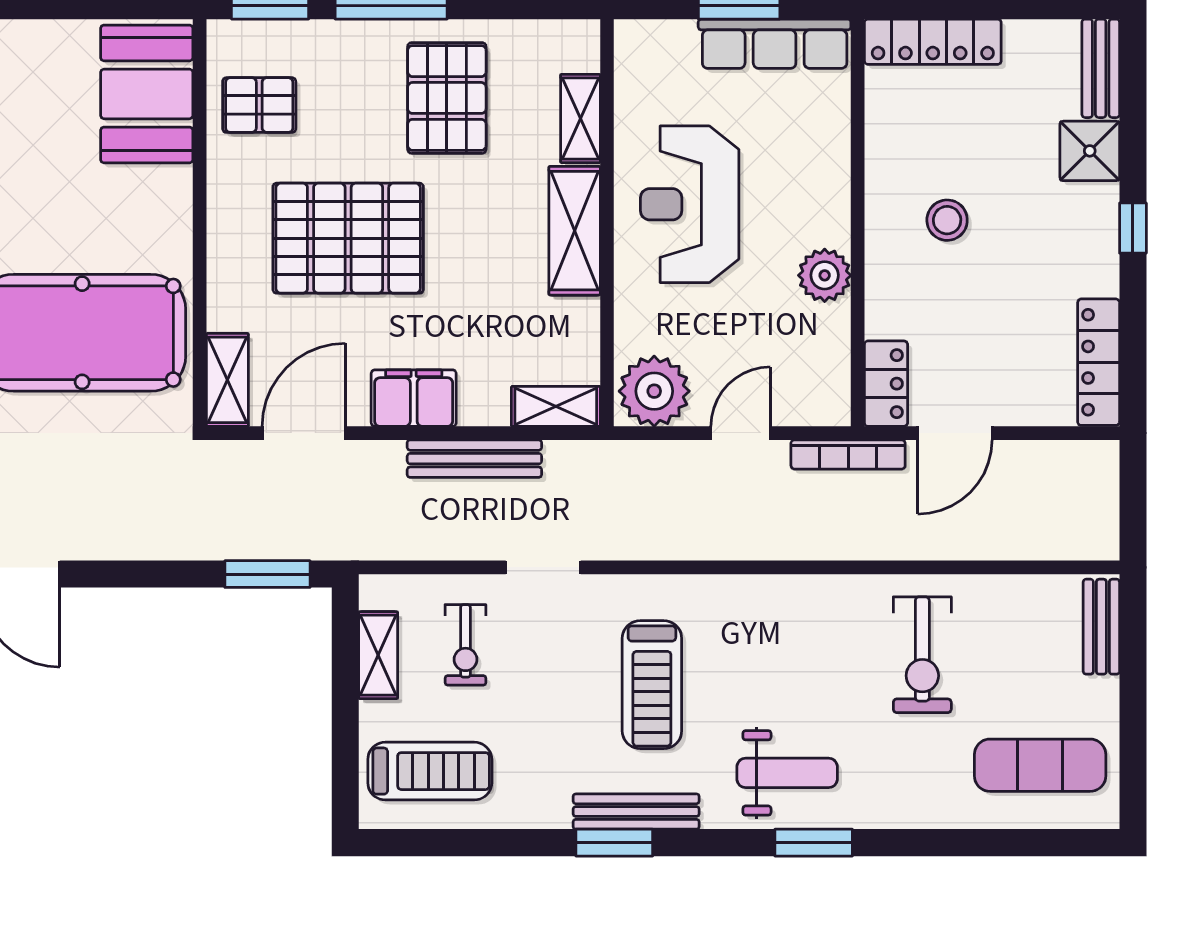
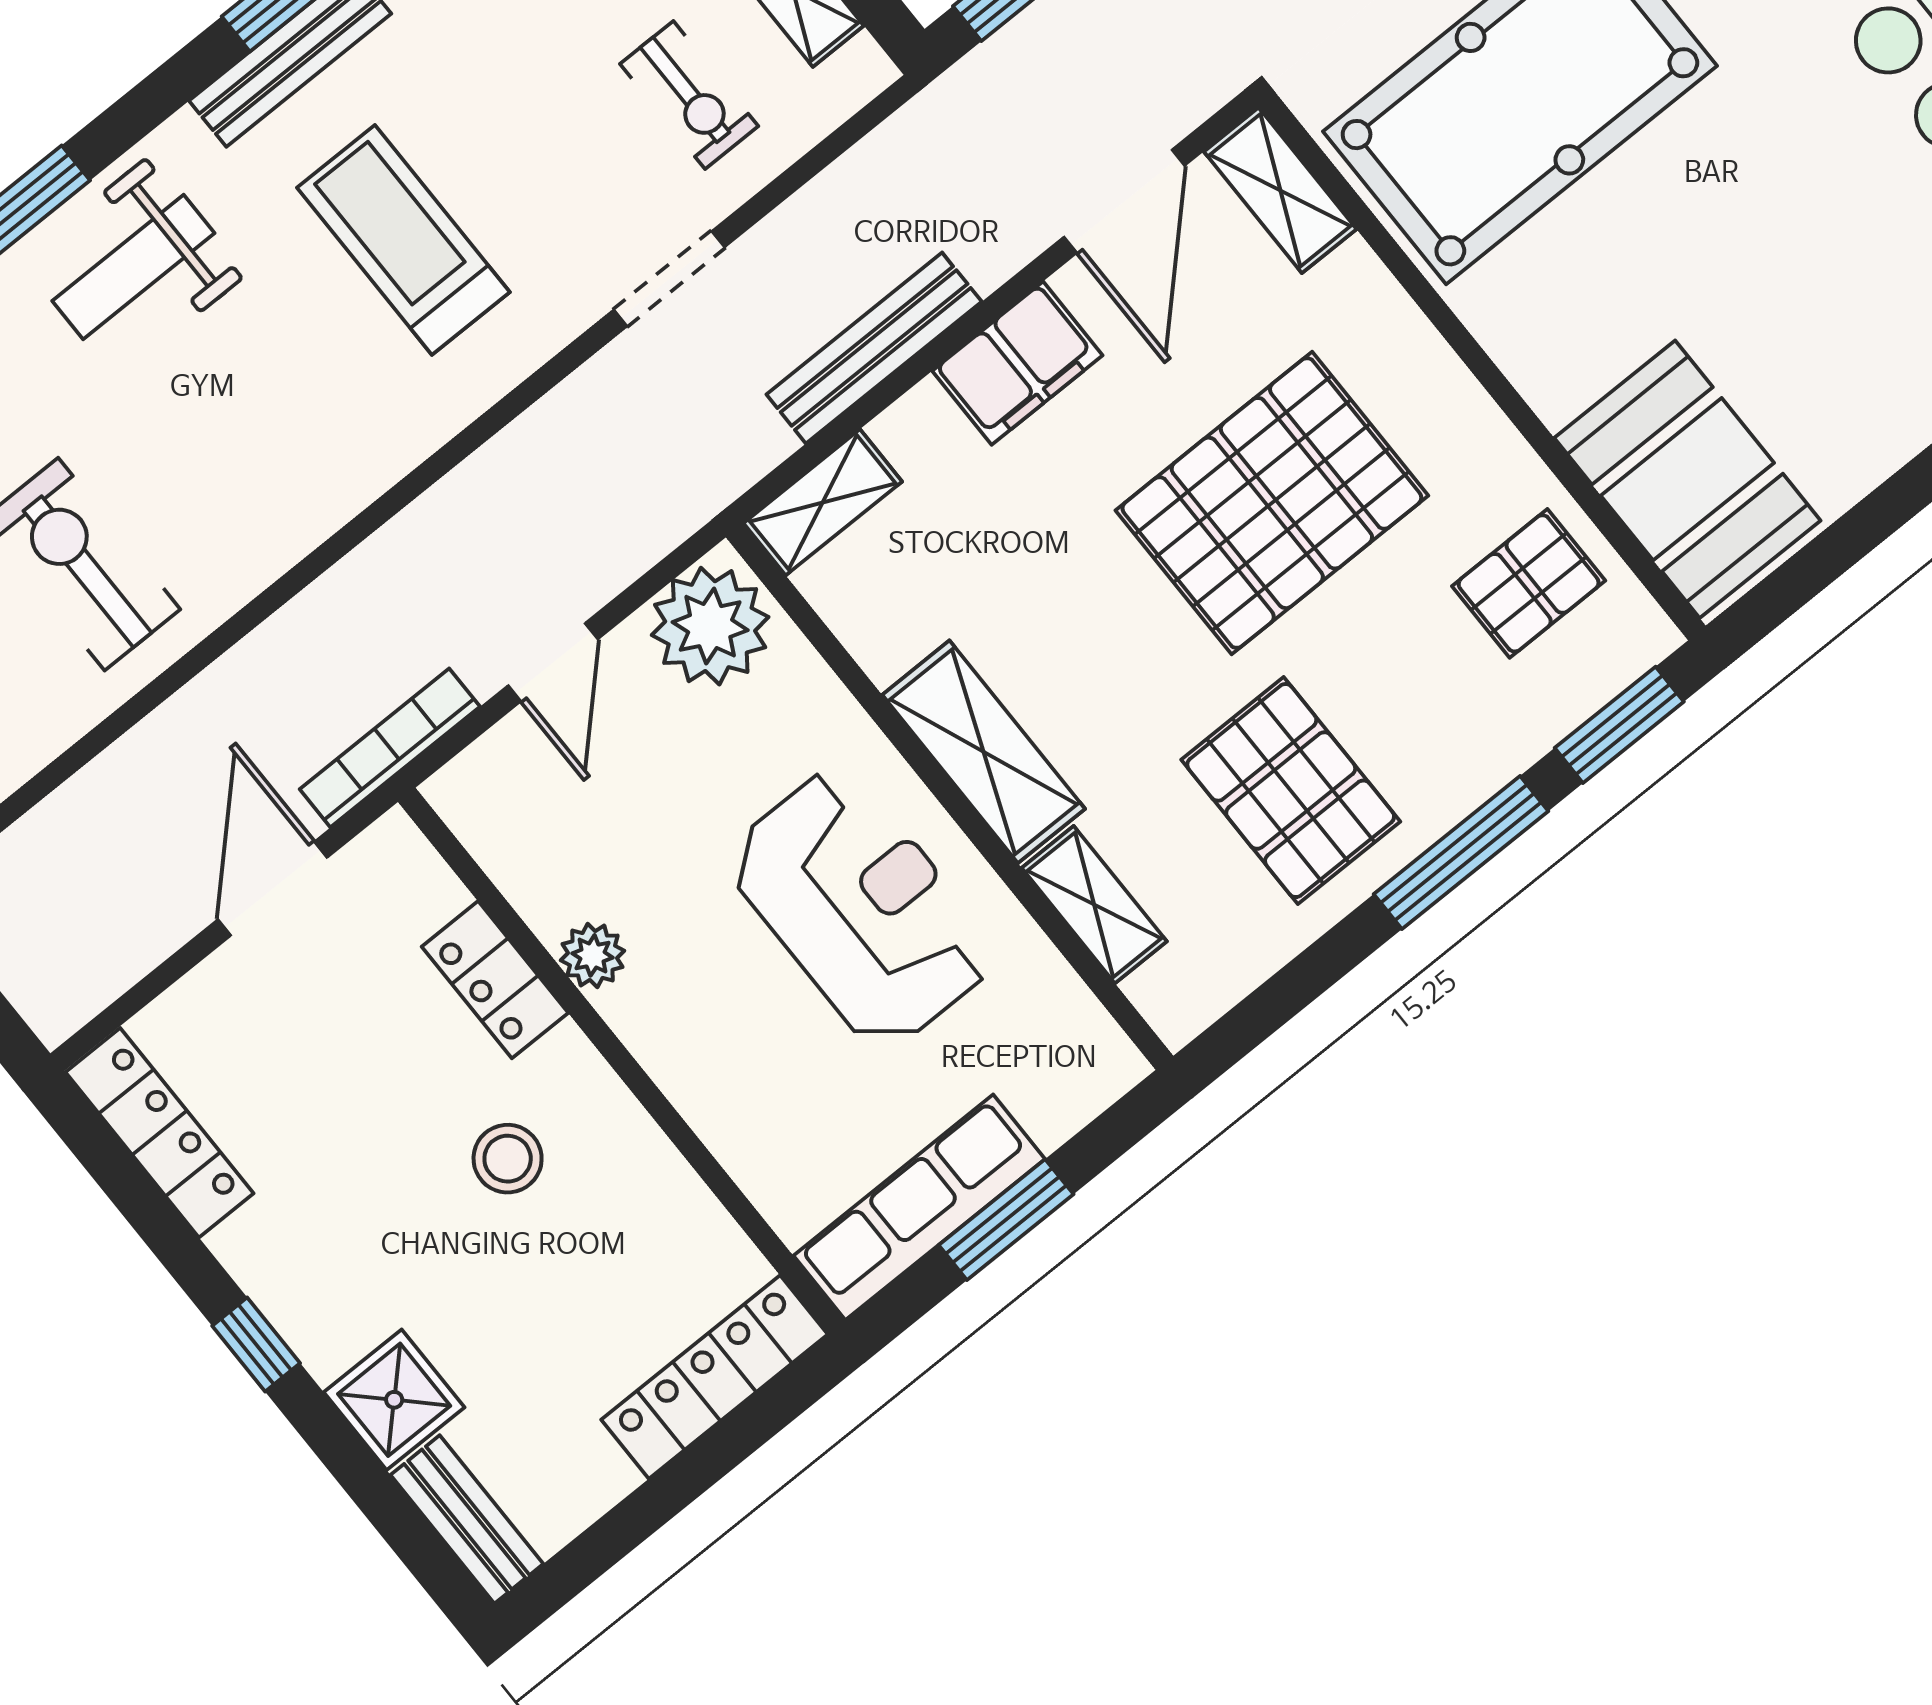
plant: (825, 275) -> (593, 955), width x0.73, depth x0.73
locker: (886, 384) -> (495, 980), moved
exercise bike: (465, 645) -> (689, 95), turned 180

